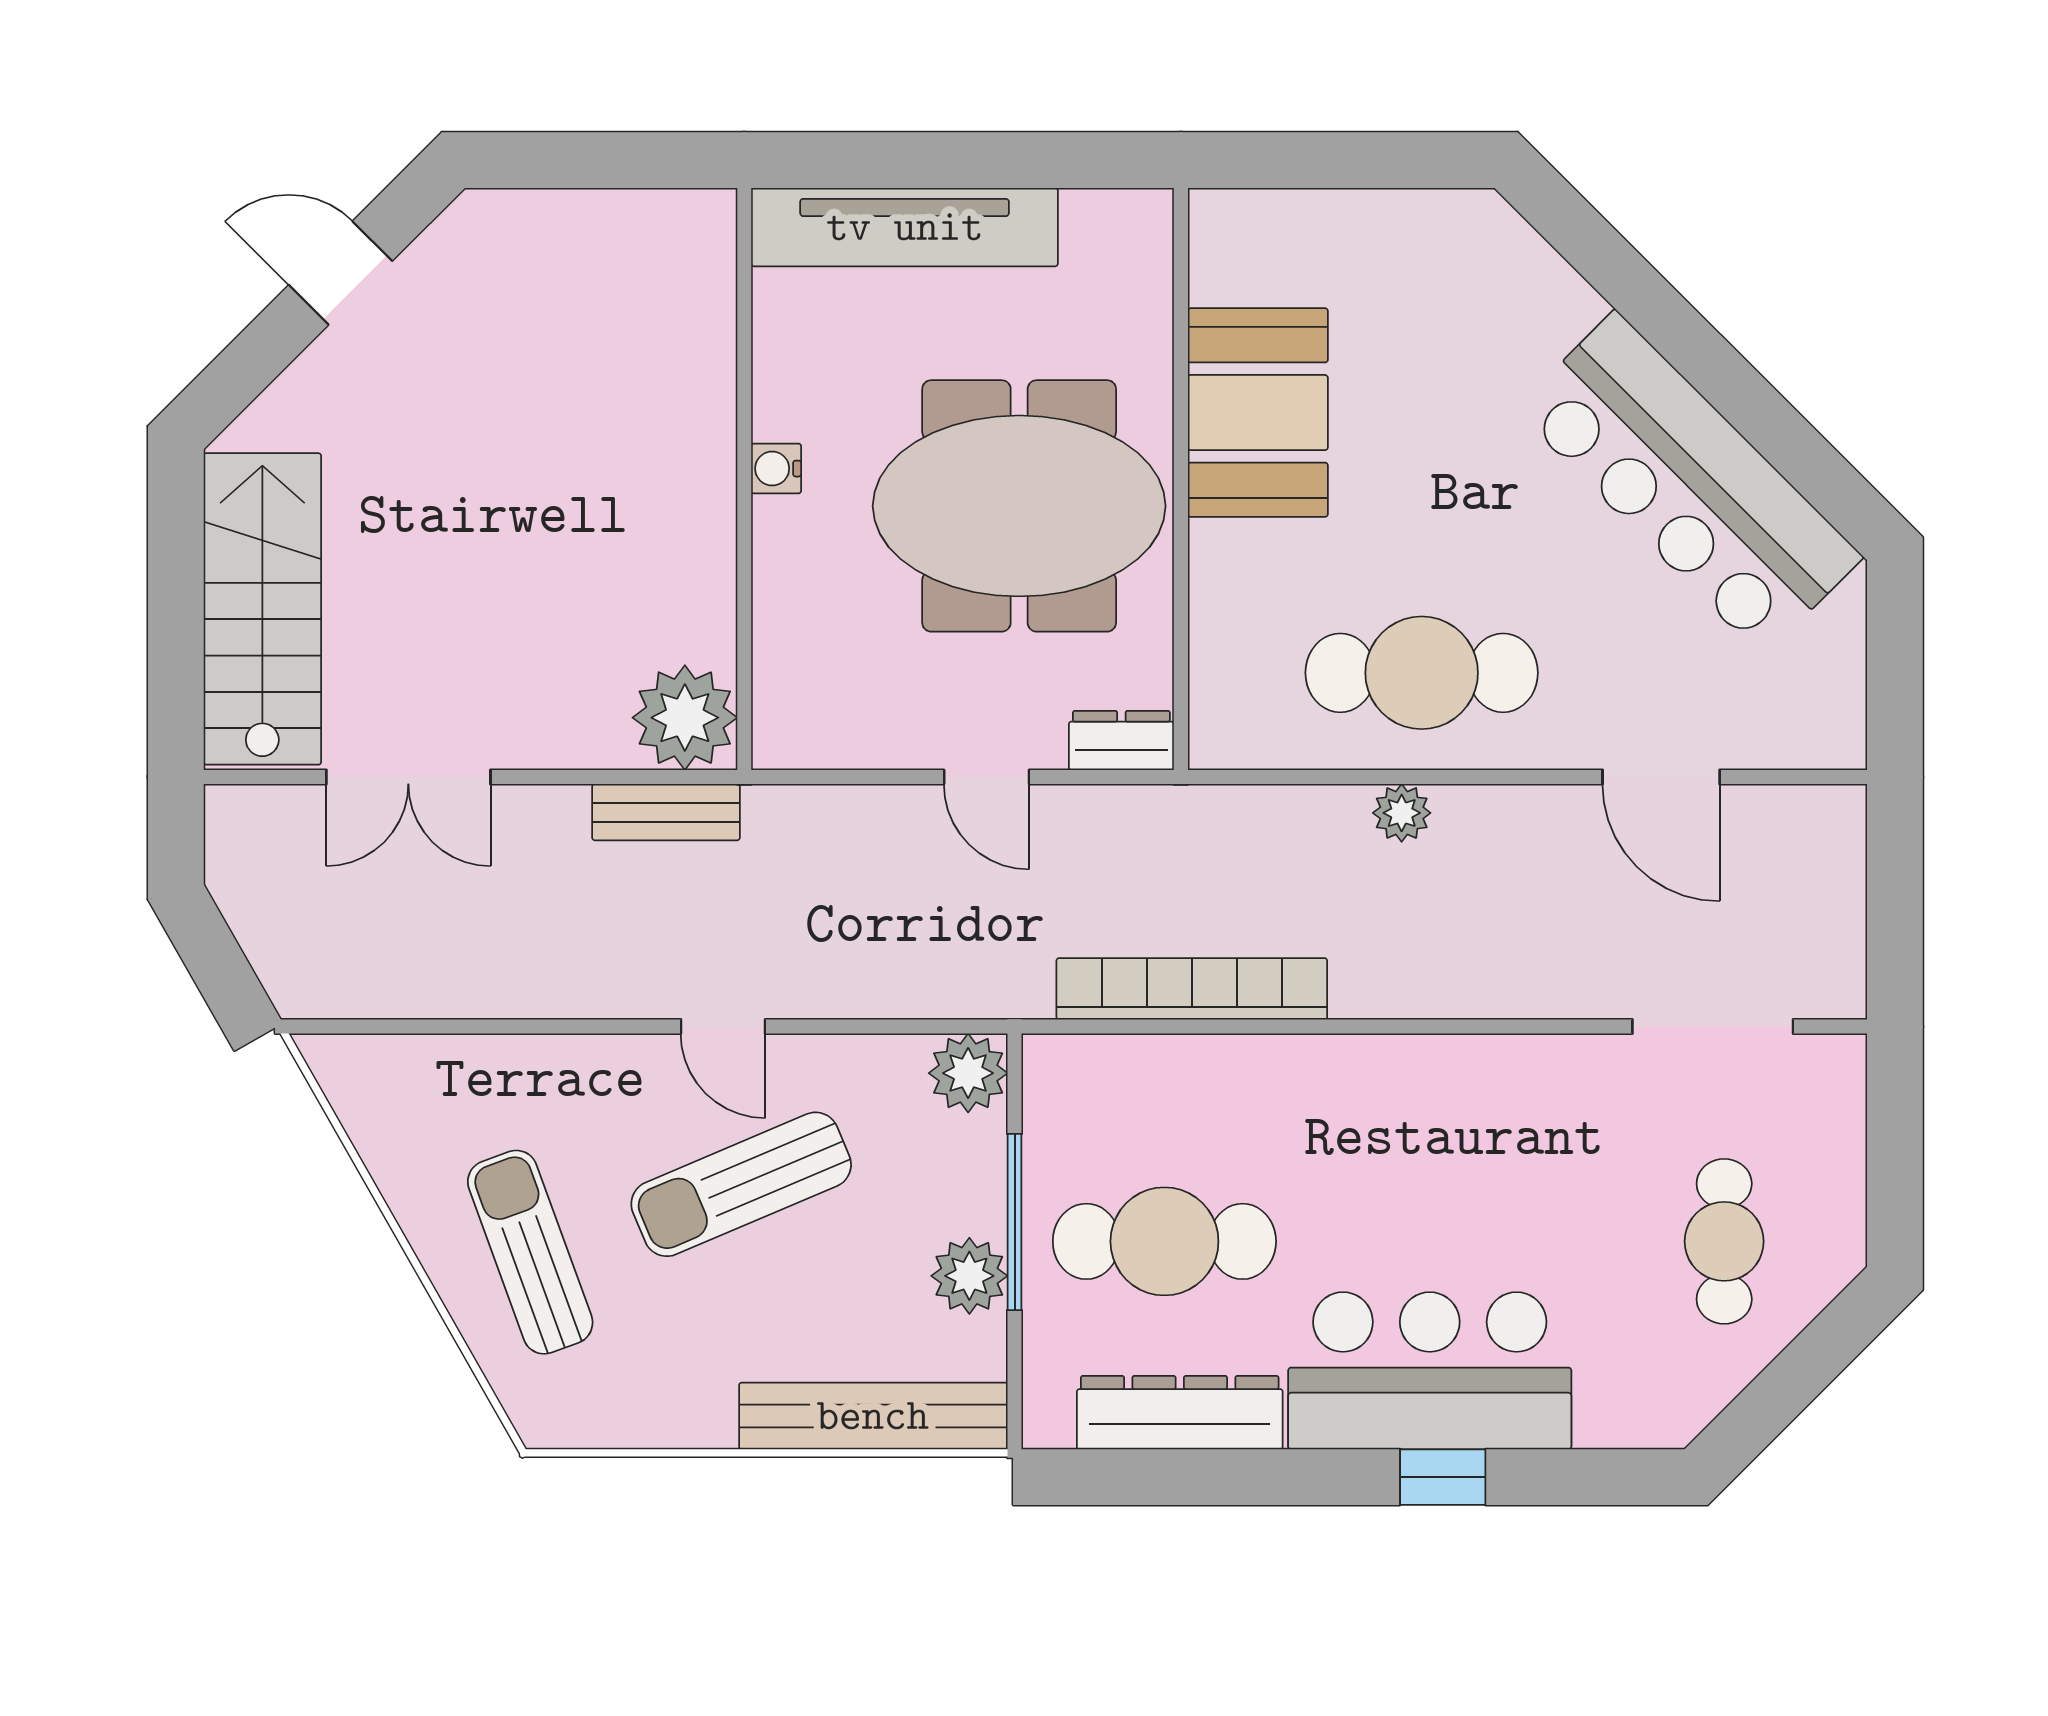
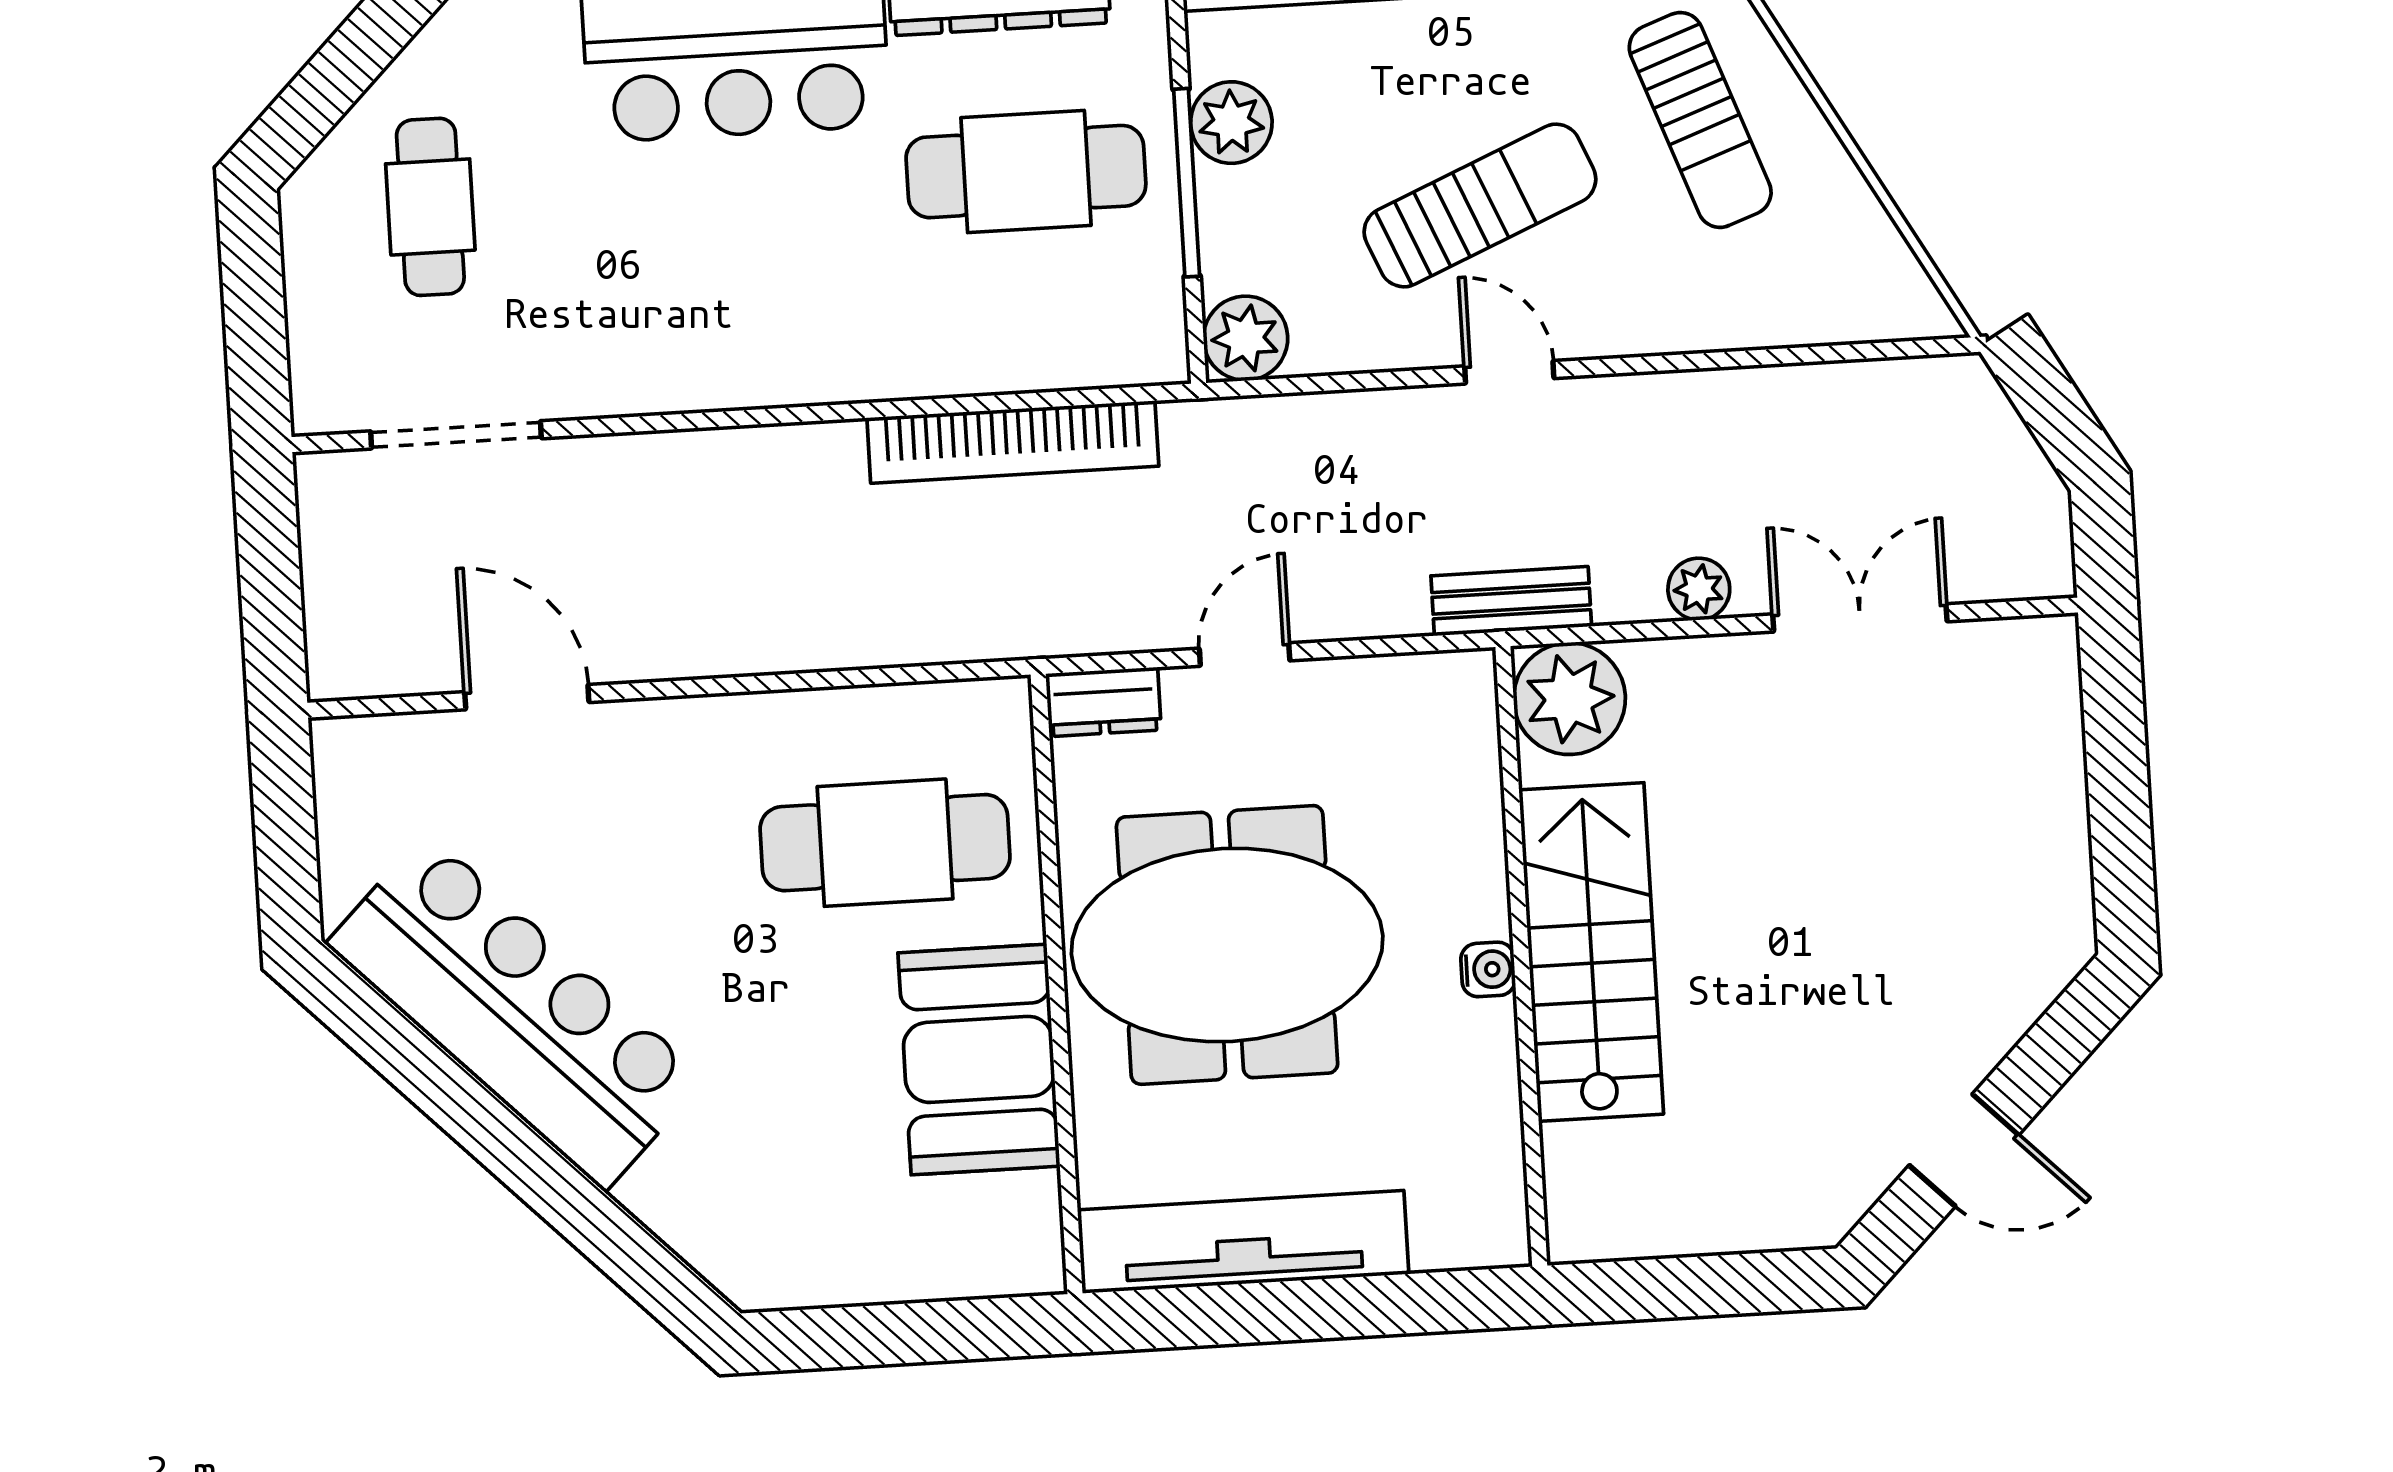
tv unit: (905, 227) -> (1243, 1242), moved
stairs: (262, 609) -> (1591, 952), moved, turned 180
cafe table: (1422, 673) -> (885, 843), moved
door: (987, 777) -> (1245, 654), hinge flipped
bench: (666, 812) -> (1511, 601), moved
plant: (1402, 813) -> (1699, 589), moved

